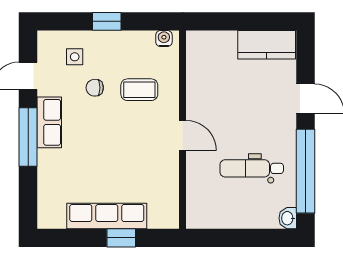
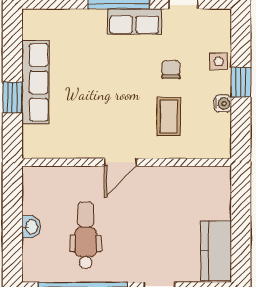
water cooler: (164, 39) -> (223, 104), moved
side table: (75, 57) -> (219, 61), moved
washbasin: (288, 218) -> (31, 227), moved, turned 90

